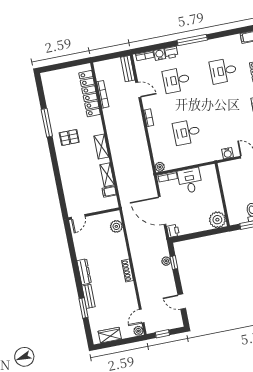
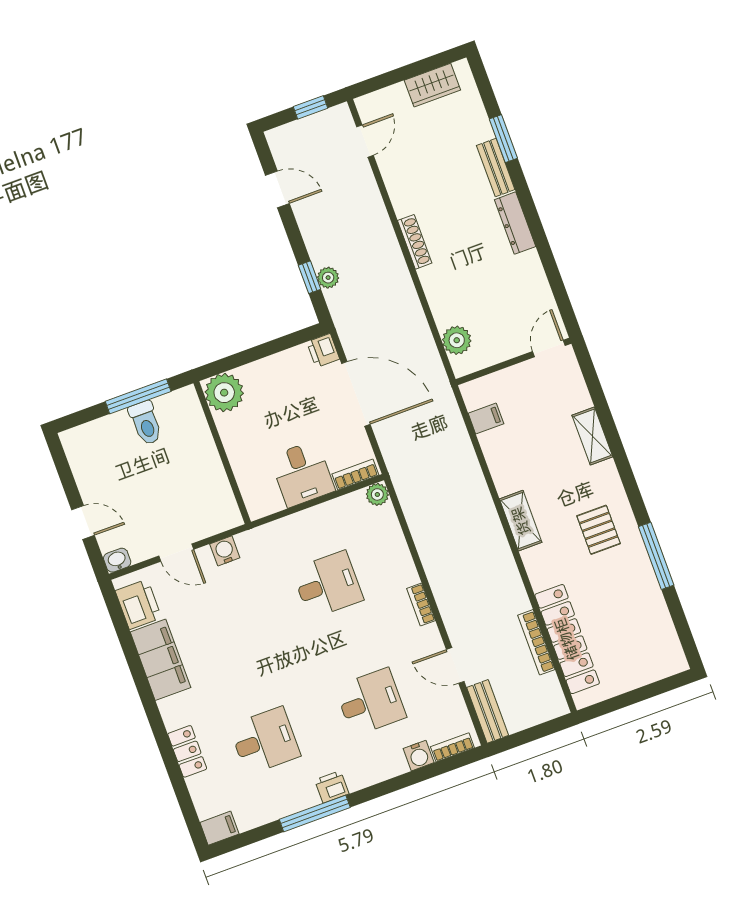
window: (192, 40) -> (315, 813), moved
printer: (171, 52) -> (332, 787), moved
pallet: (69, 137) -> (599, 530), turned 90
shelving: (107, 175) -> (592, 436), moved
plant: (138, 331) -> (367, 106), removed

